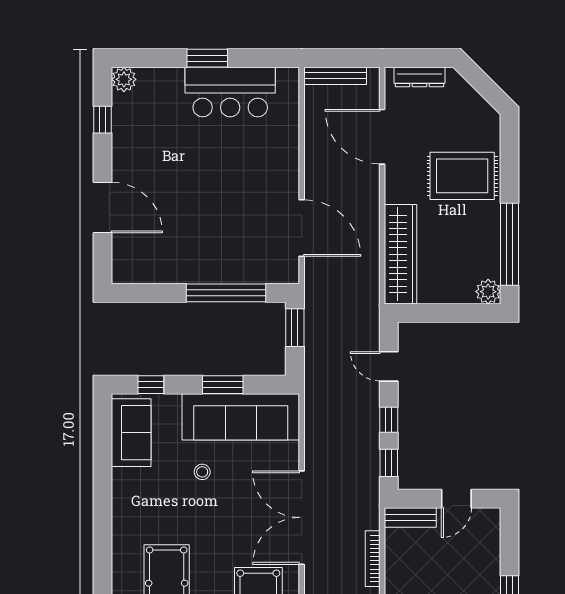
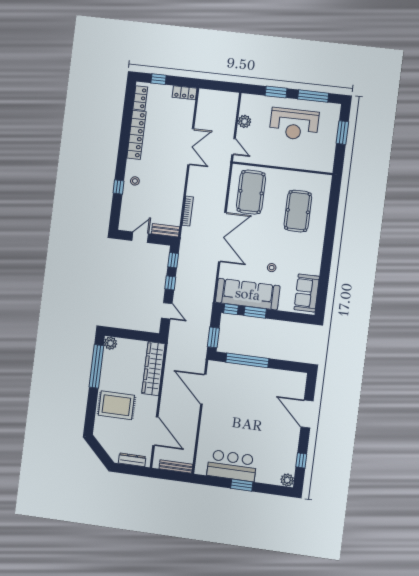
window: (151, 385) -> (231, 309), moved

